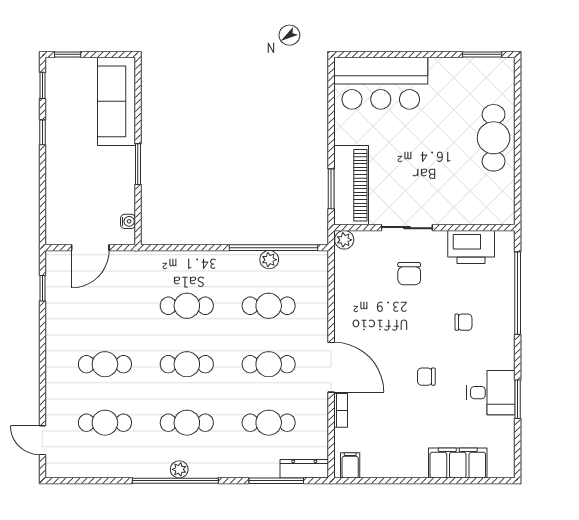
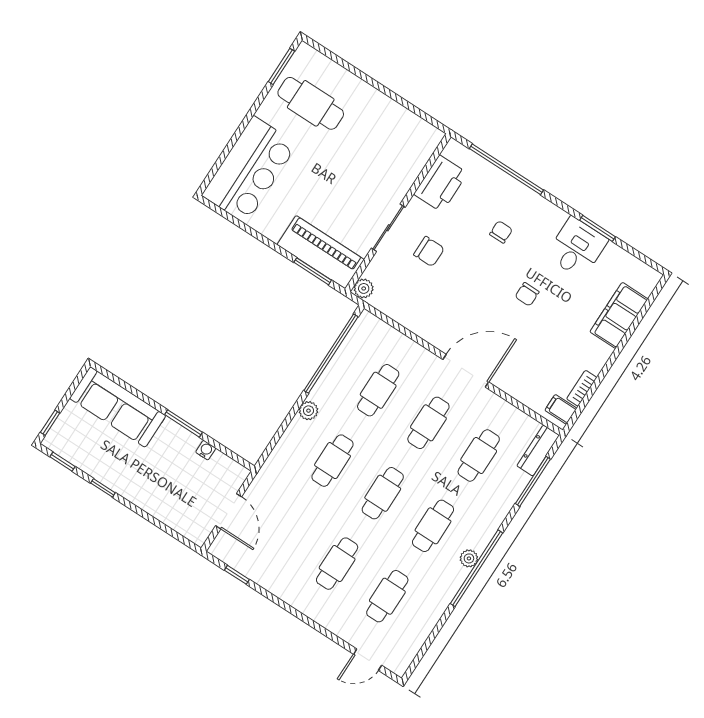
cafe table: (494, 138) -> (311, 103), moved
water cooler: (128, 221) -> (206, 450), moved
plant: (269, 260) -> (308, 411), moved
bookcase: (341, 410) -> (582, 388), moved, turned -90

